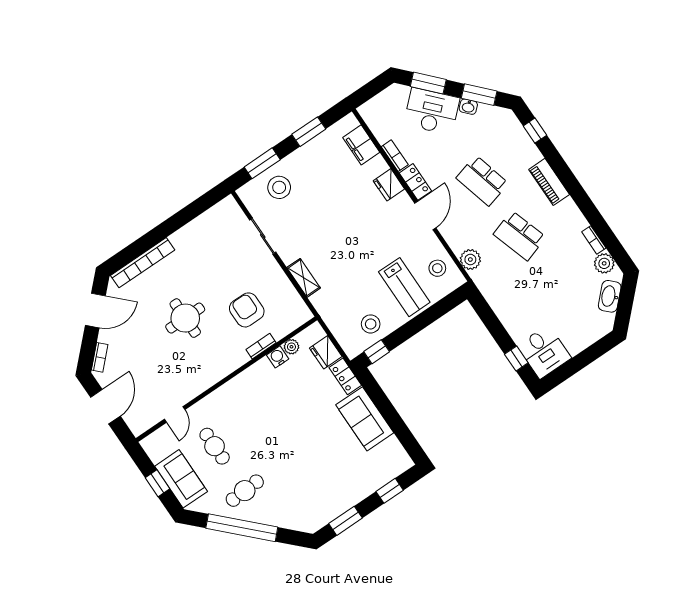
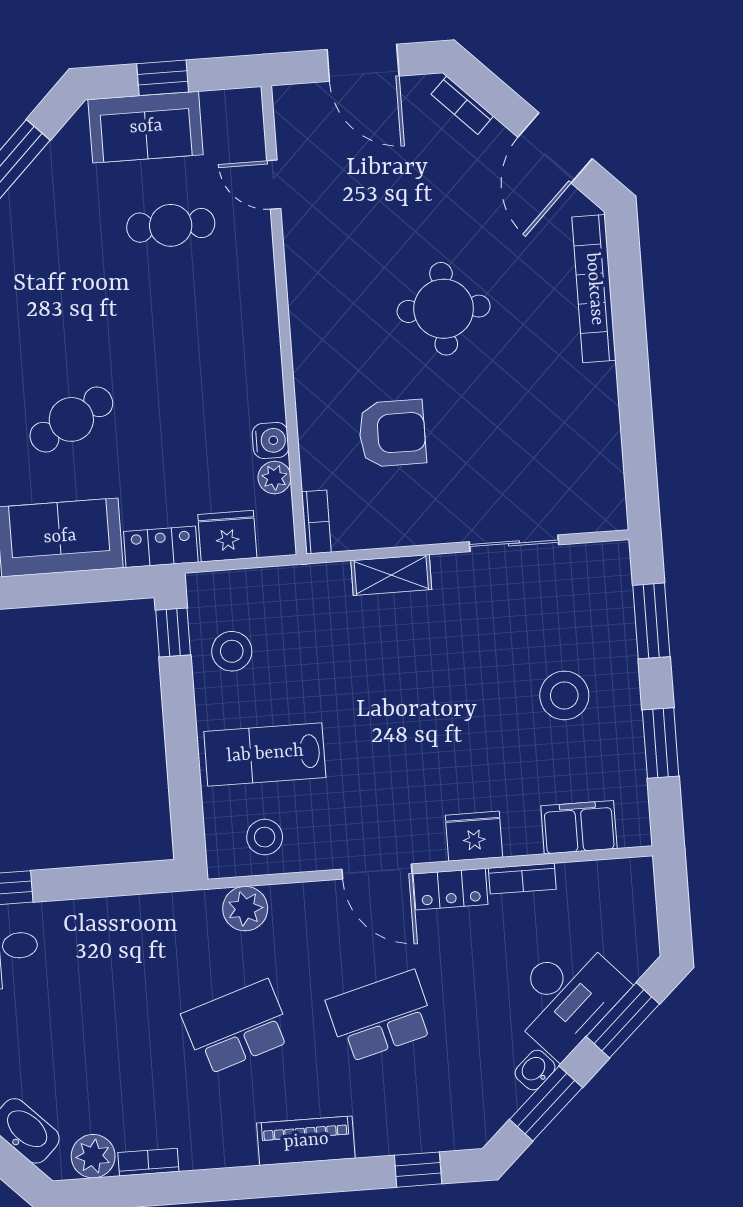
stool: (279, 187) -> (564, 695), moved
bookcase: (261, 346) -> (316, 522), moved
cafe table: (245, 491) -> (71, 419), moved, turned 64

